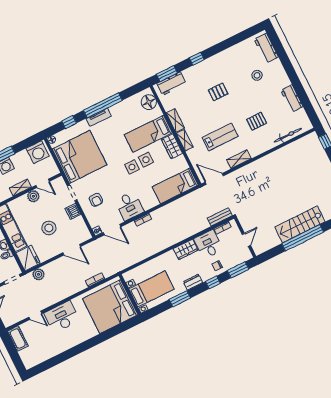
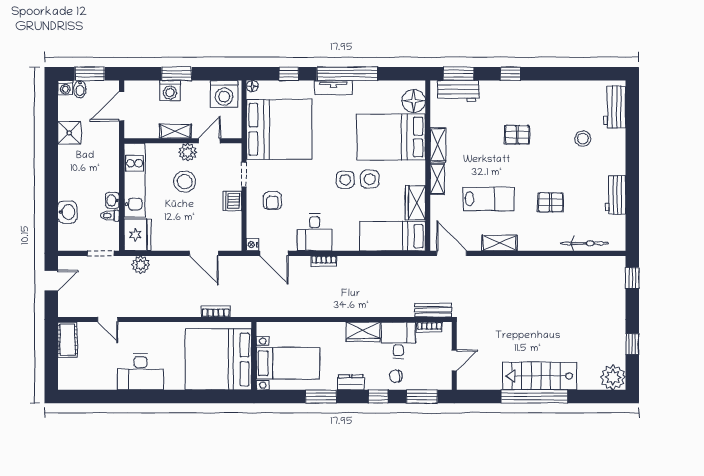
bed: (148, 134) -> (391, 137), width x1.50
wardrobe: (172, 146) -> (415, 203), moved
door: (43, 183) -> (209, 141), swing flipped
stool: (49, 228) -> (185, 182), moved
desk: (62, 317) -> (140, 372), moved, turned 180

